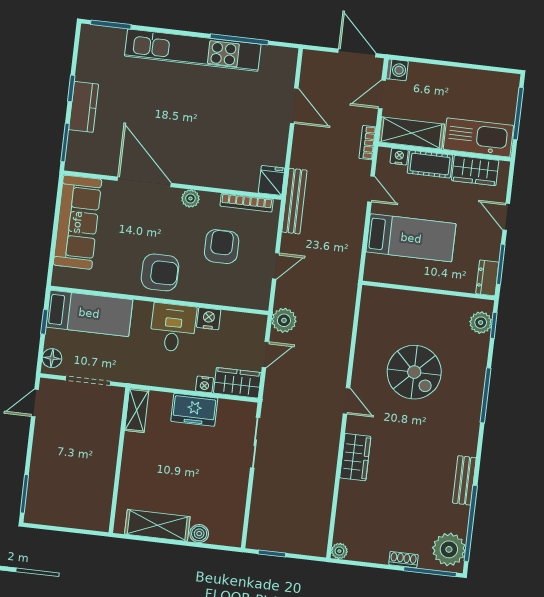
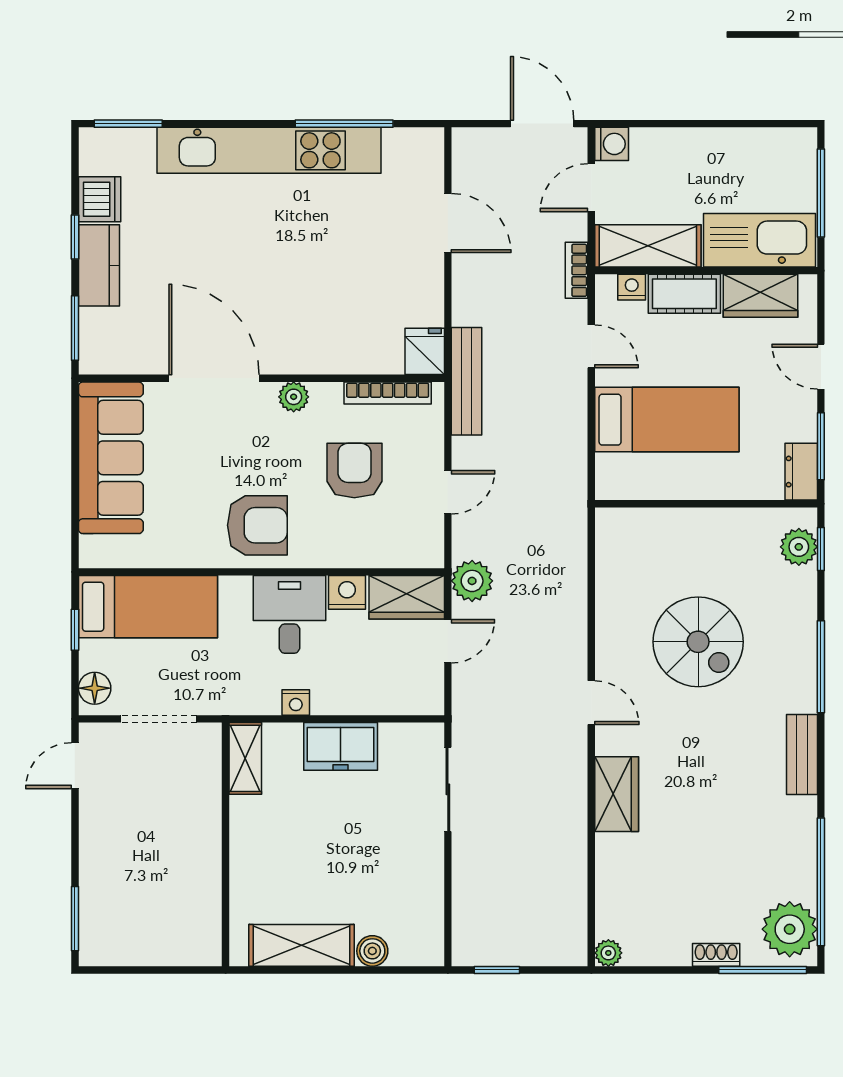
dishwasher: (89, 68) -> (100, 199), added
wardrobe: (237, 383) -> (407, 597), moved, turned 180
nightstand: (205, 384) -> (296, 702), moved
bench: (464, 480) -> (802, 755), moved

